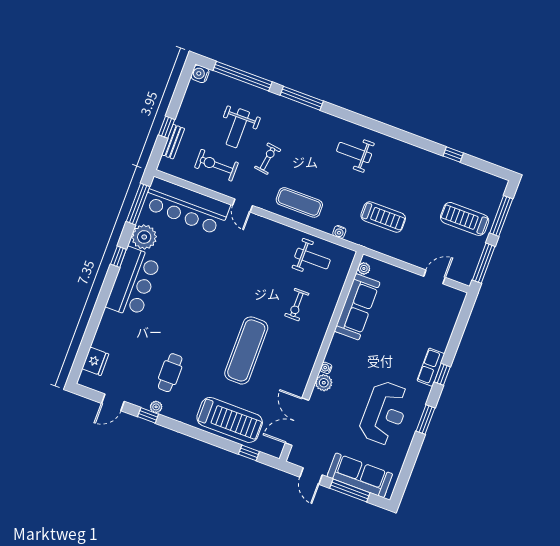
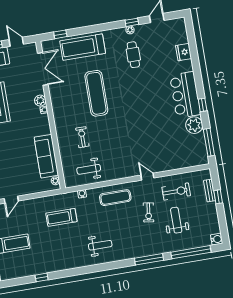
bar counter: (186, 206) -> (180, 157), removed
fridge: (95, 361) -> (183, 52), moved

